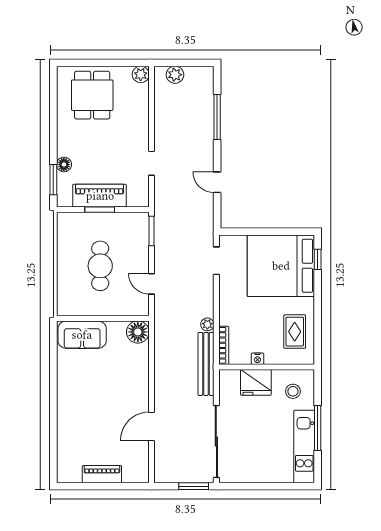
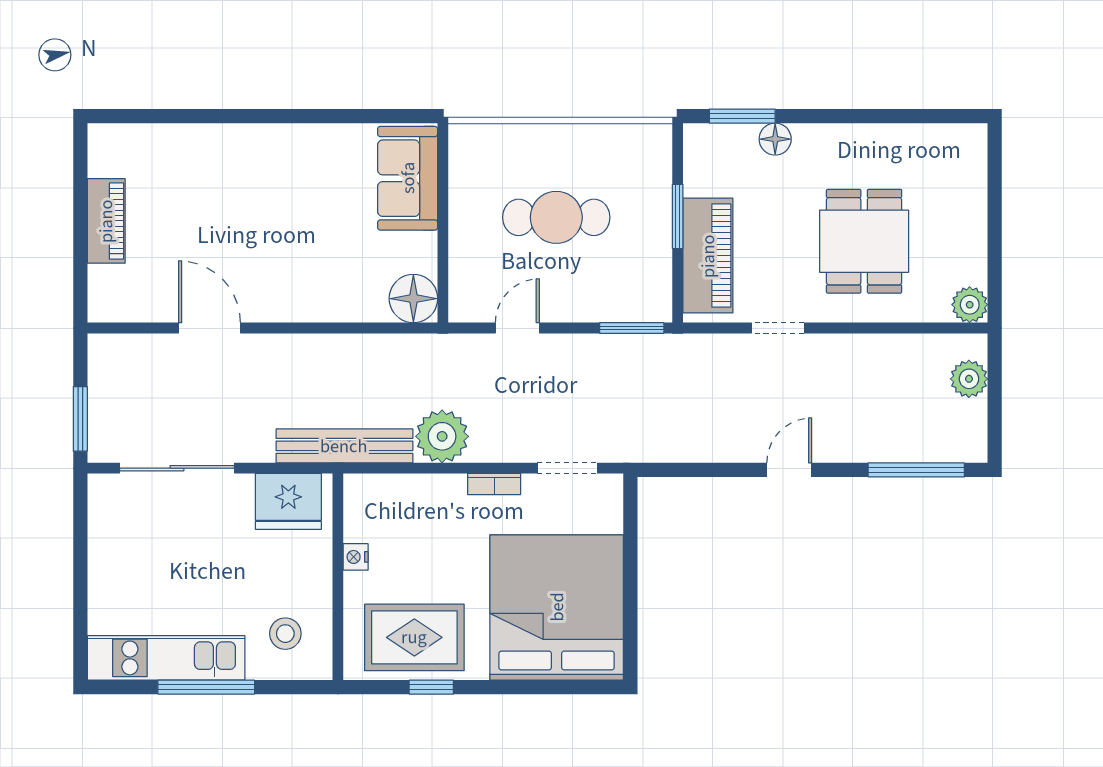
dining table: (92, 95) -> (864, 241), moved, turned 90
window: (217, 117) -> (916, 470), moved
door: (217, 182) -> (789, 470), moved
piano: (100, 196) -> (708, 256), moved
window: (318, 259) -> (431, 687), moved
plant: (207, 324) -> (442, 436), width x1.87, depth x1.87
rug: (295, 332) -> (414, 637), width x1.36, depth x1.43
bookcase: (224, 345) -> (494, 484), moved, width x0.64
fridge: (256, 382) -> (288, 501), moved, turned -90
sliding door: (216, 441) -> (177, 468), width x0.73

